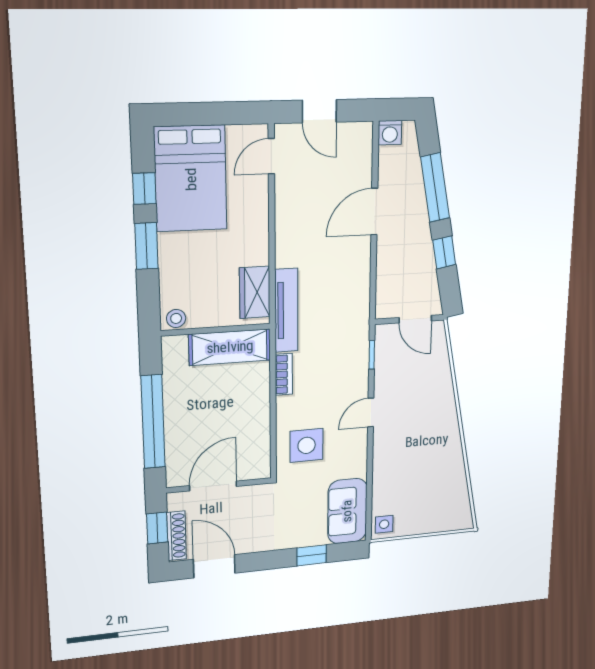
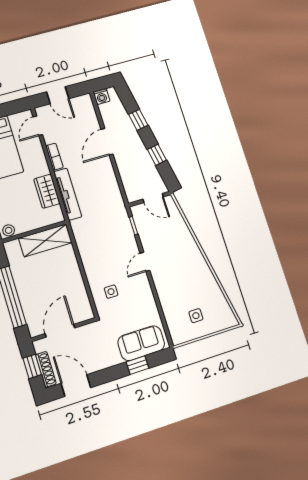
window: (435, 188) -> (138, 120), width x0.46
wardrobe: (255, 292) -> (47, 191), moved
tv unit: (286, 310) -> (68, 194), moved
bookcase: (284, 374) -> (54, 157), moved
side table: (307, 445) -> (111, 292), width x0.54, depth x0.54
sofa: (347, 511) -> (141, 343), moved, turned 90
side table: (384, 524) -> (196, 316), moved

